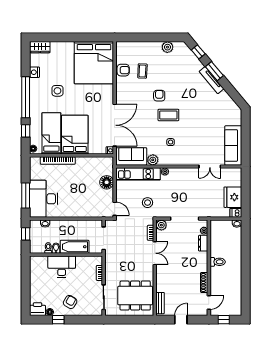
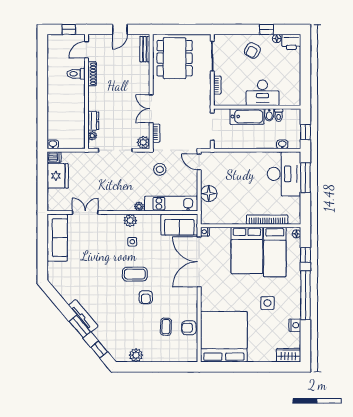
plant: (153, 160) -> (130, 220), moved
toilet: (218, 262) -> (76, 74), moved
dining table: (135, 296) -> (175, 58), turned 90

